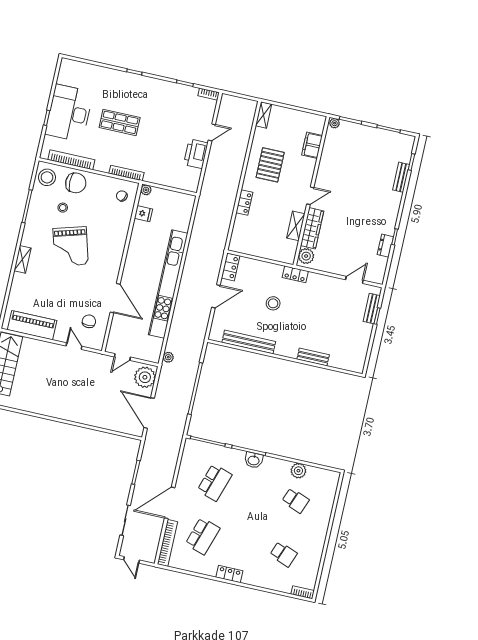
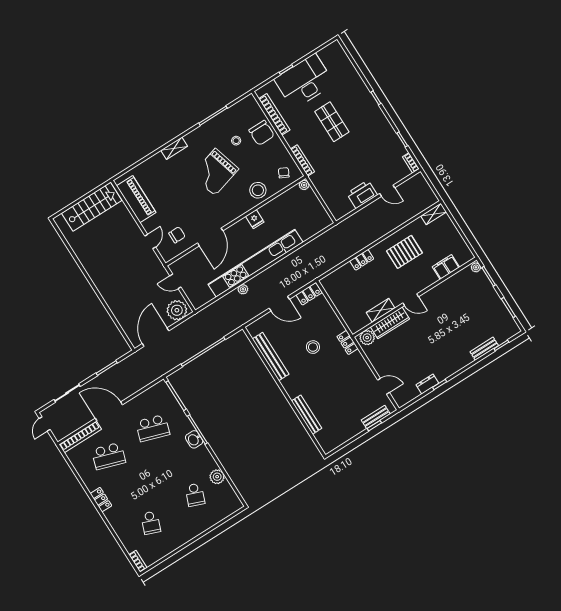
stool: (47, 177) -> (258, 190), moved
fridge: (143, 214) -> (255, 219), moved
plant: (168, 357) -> (243, 289), moved
bench: (313, 357) -> (307, 415), width x1.36

